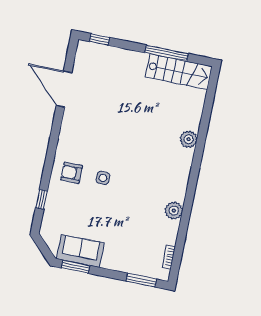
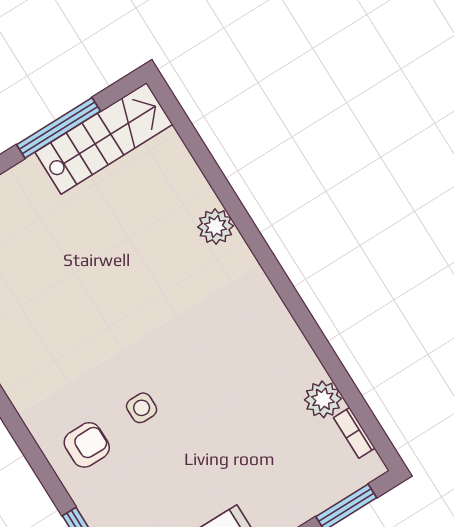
armchair: (72, 173) -> (87, 445), turned 180
plant: (174, 211) -> (323, 399), moved

